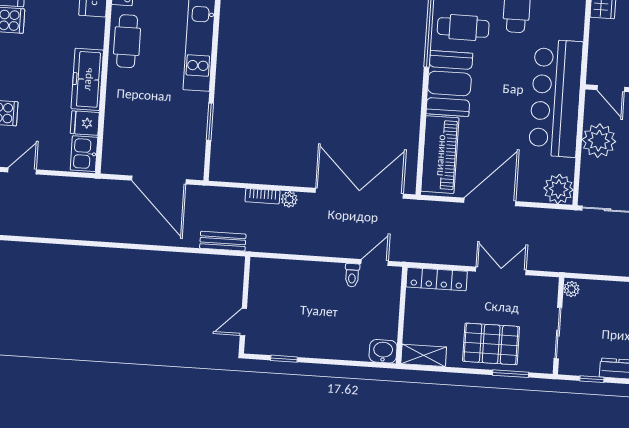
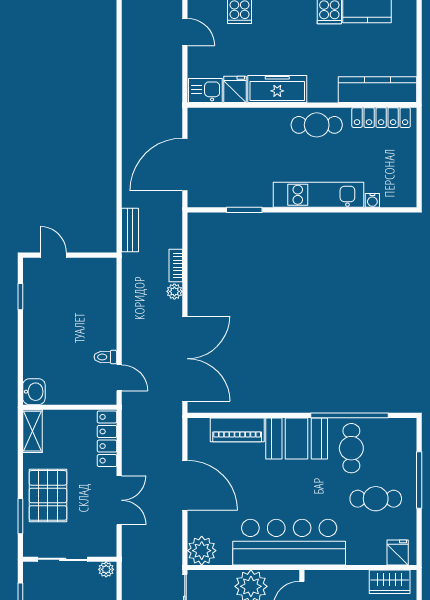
piano: (440, 155) -> (237, 430), width x0.73, depth x0.75

